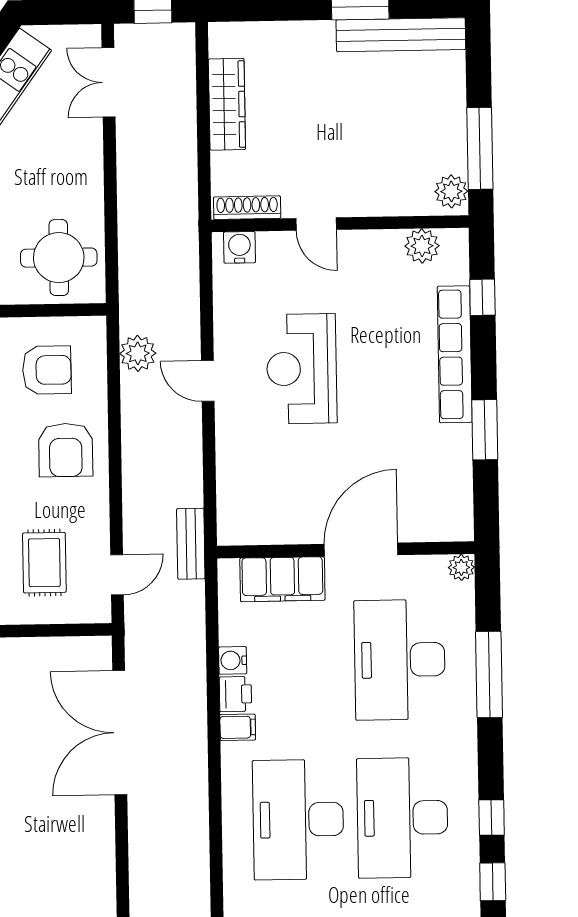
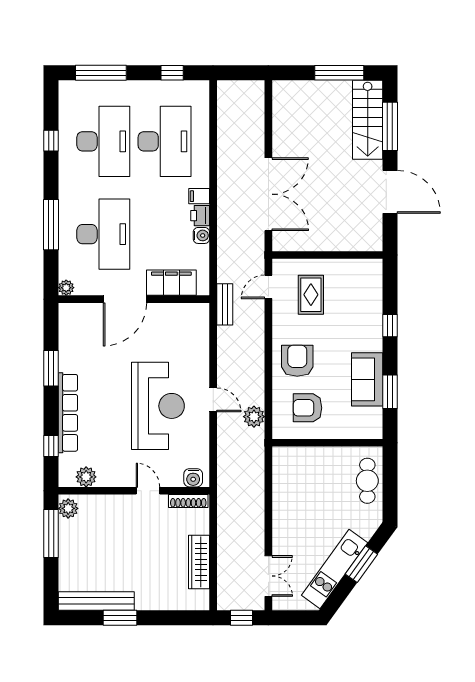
round table: (59, 258) -> (299, 474), removed
reception desk: (302, 369) -> (158, 406), width x1.36, depth x1.30
window: (493, 882) -> (51, 103), removed

